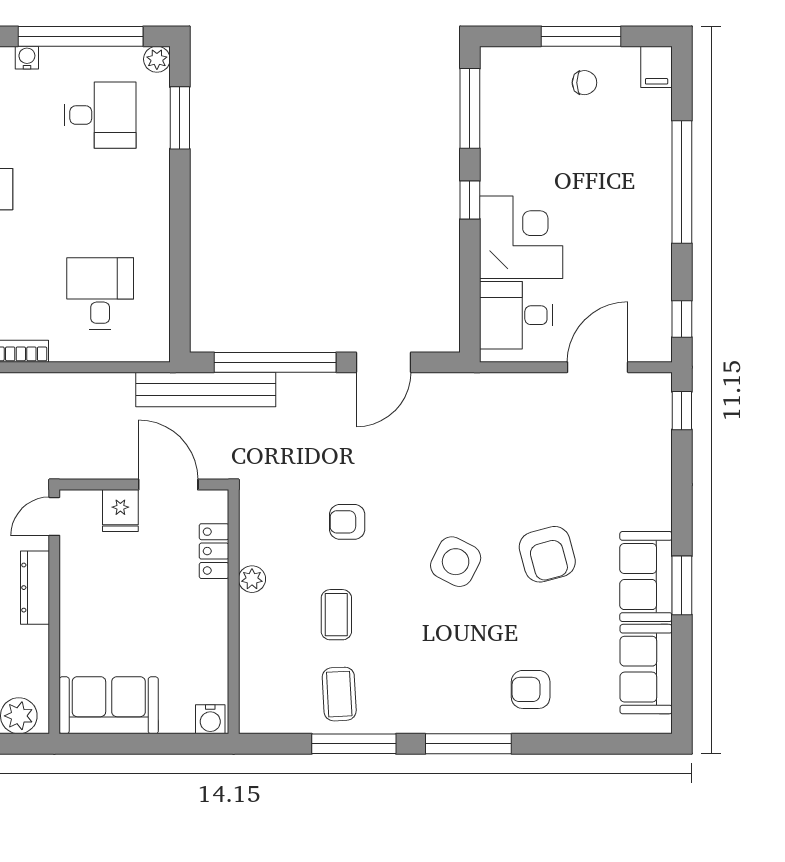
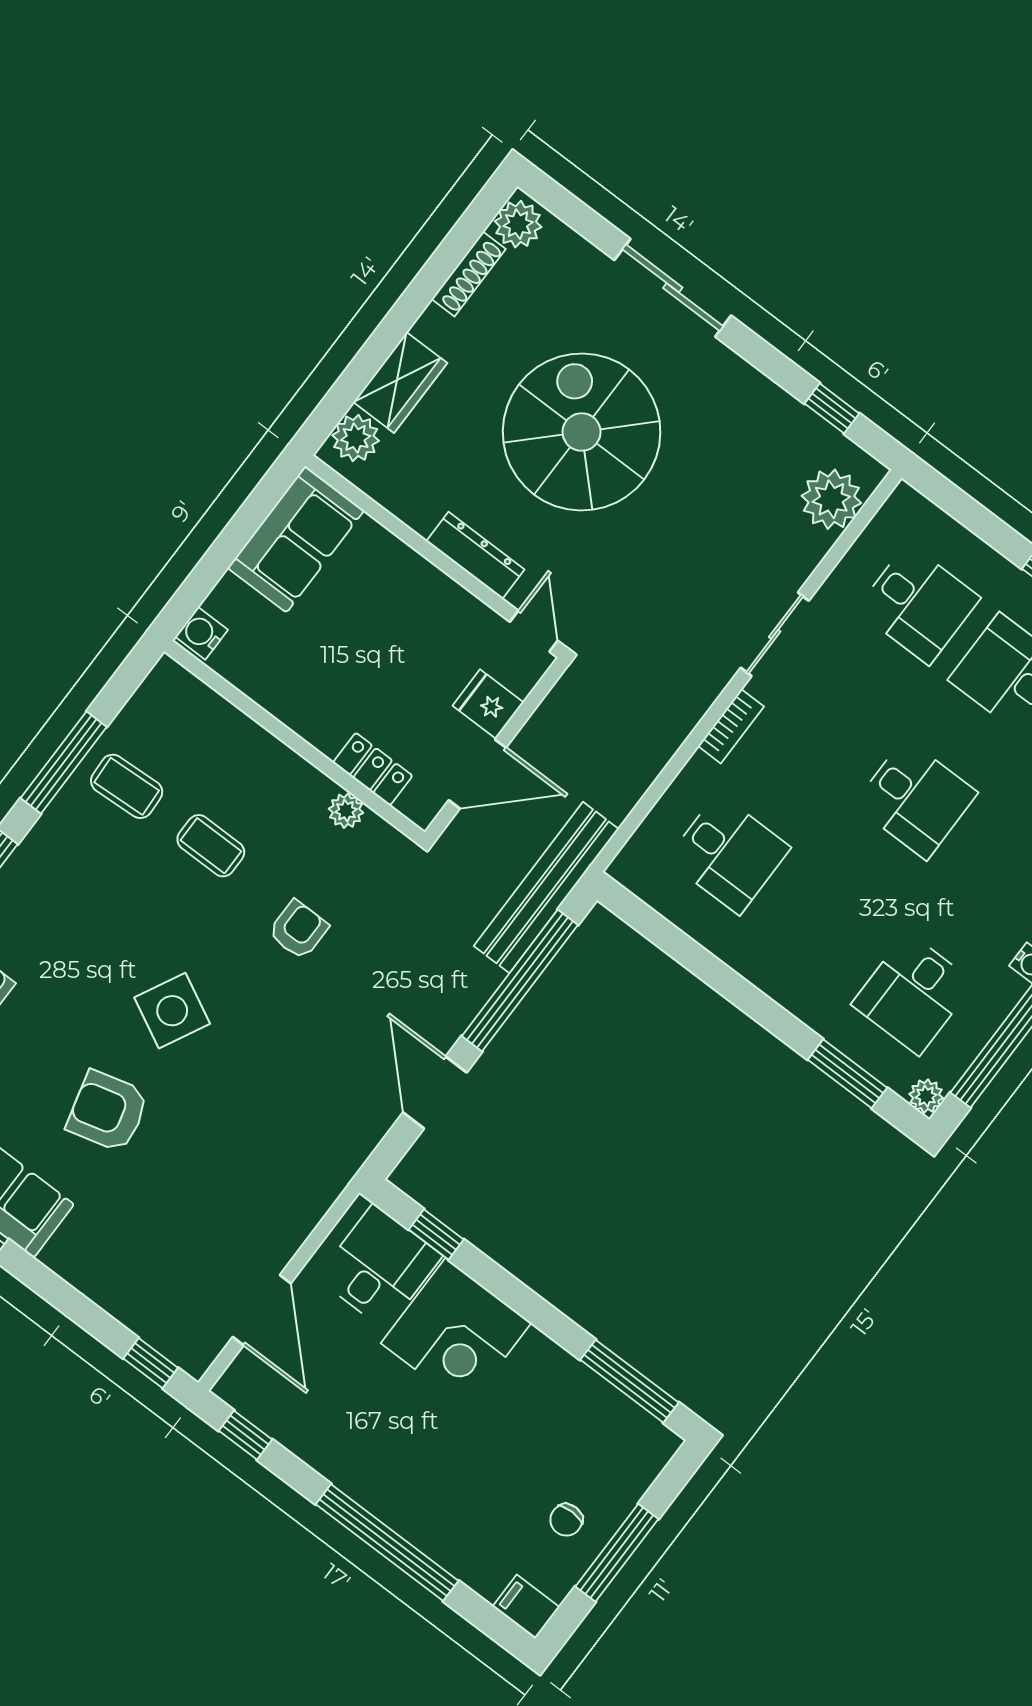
window: (470, 200) -> (436, 1235), moved
plant: (252, 579) -> (346, 811), moved

